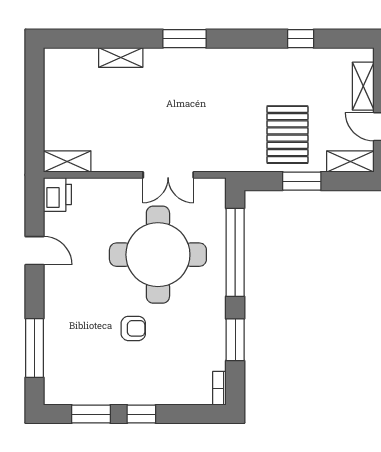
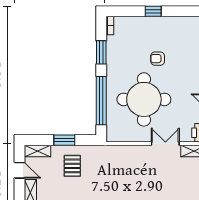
pallet: (287, 135) -> (72, 166), width x0.67, depth x0.71
double door: (168, 175) -> (165, 144), moved
window: (91, 414) -> (181, 11), removed

